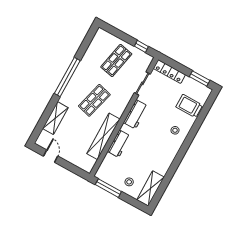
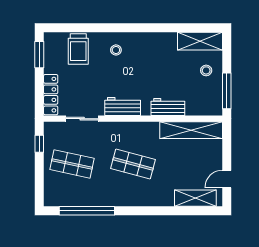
window: (67, 77) -> (87, 211), moved
shelving: (55, 118) -> (195, 198), moved
shelving: (103, 136) -> (191, 130), moved

